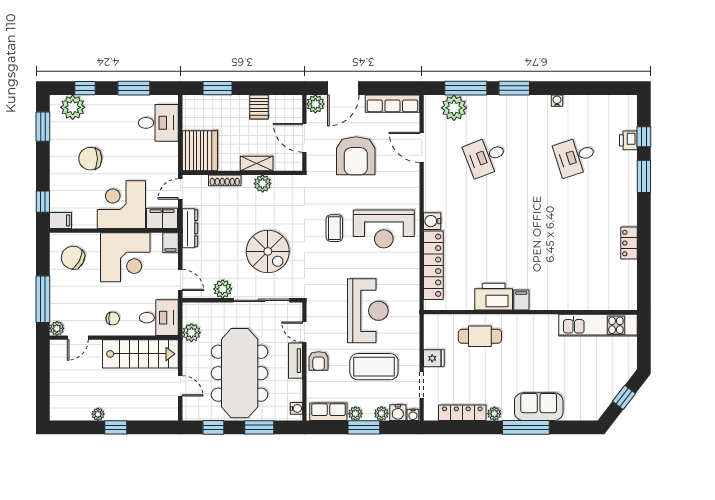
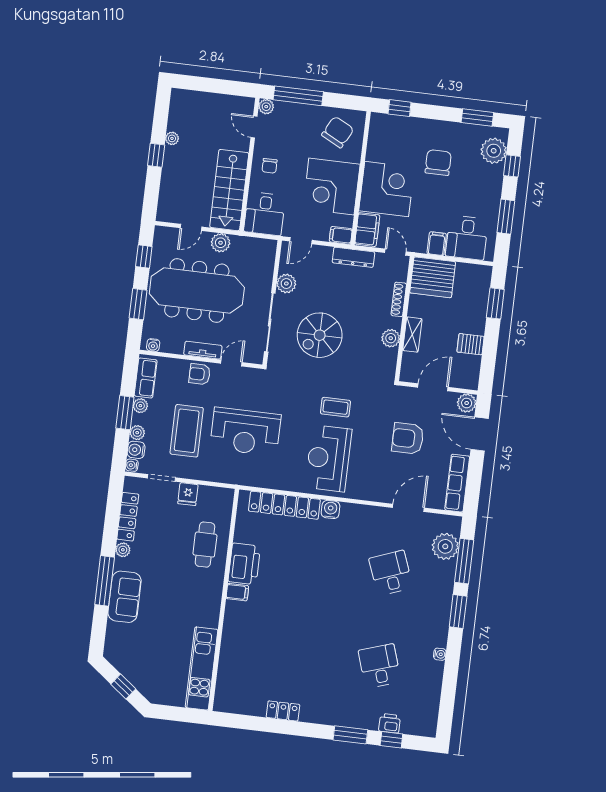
armchair: (356, 156) -> (408, 438), width x0.73, depth x0.73
filing cabinet: (61, 220) -> (437, 244), moved, turned 180
plant: (191, 333) -> (221, 243), moved

